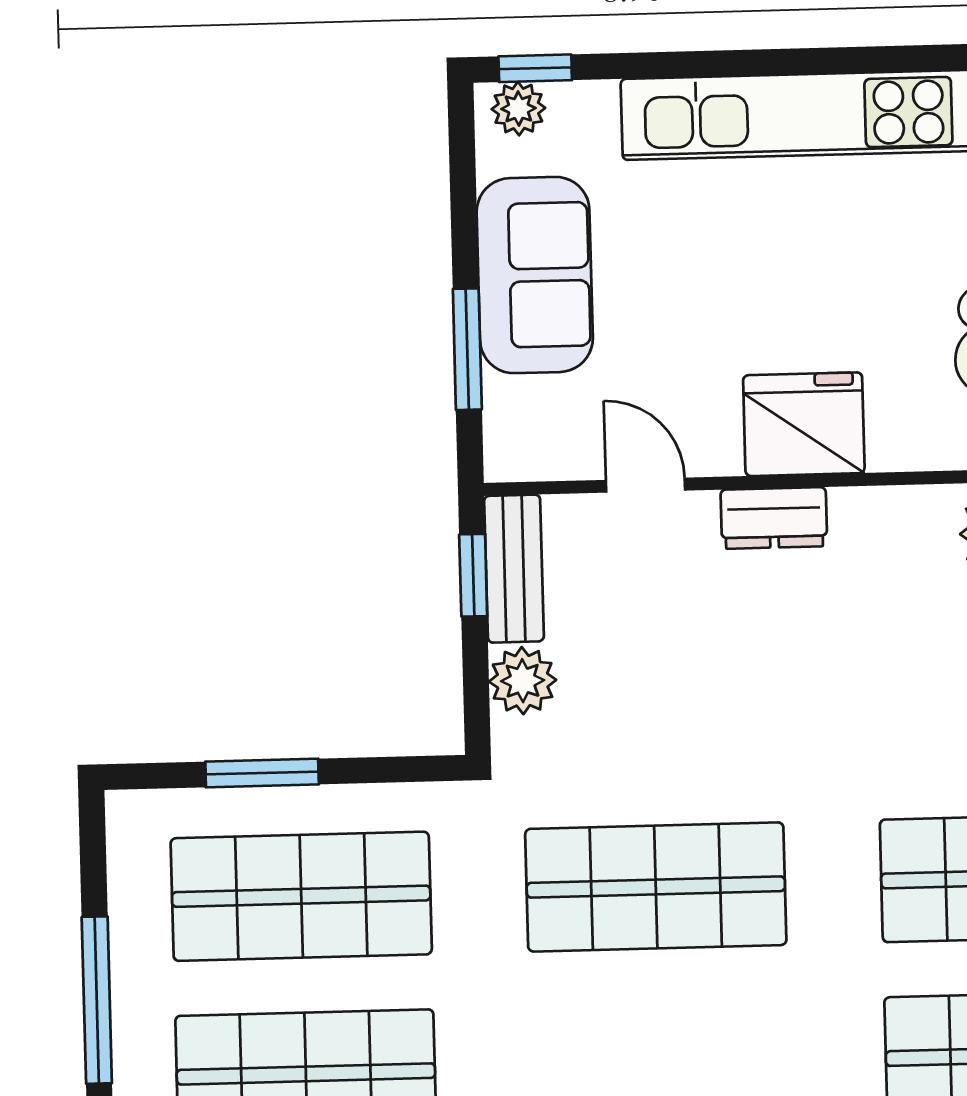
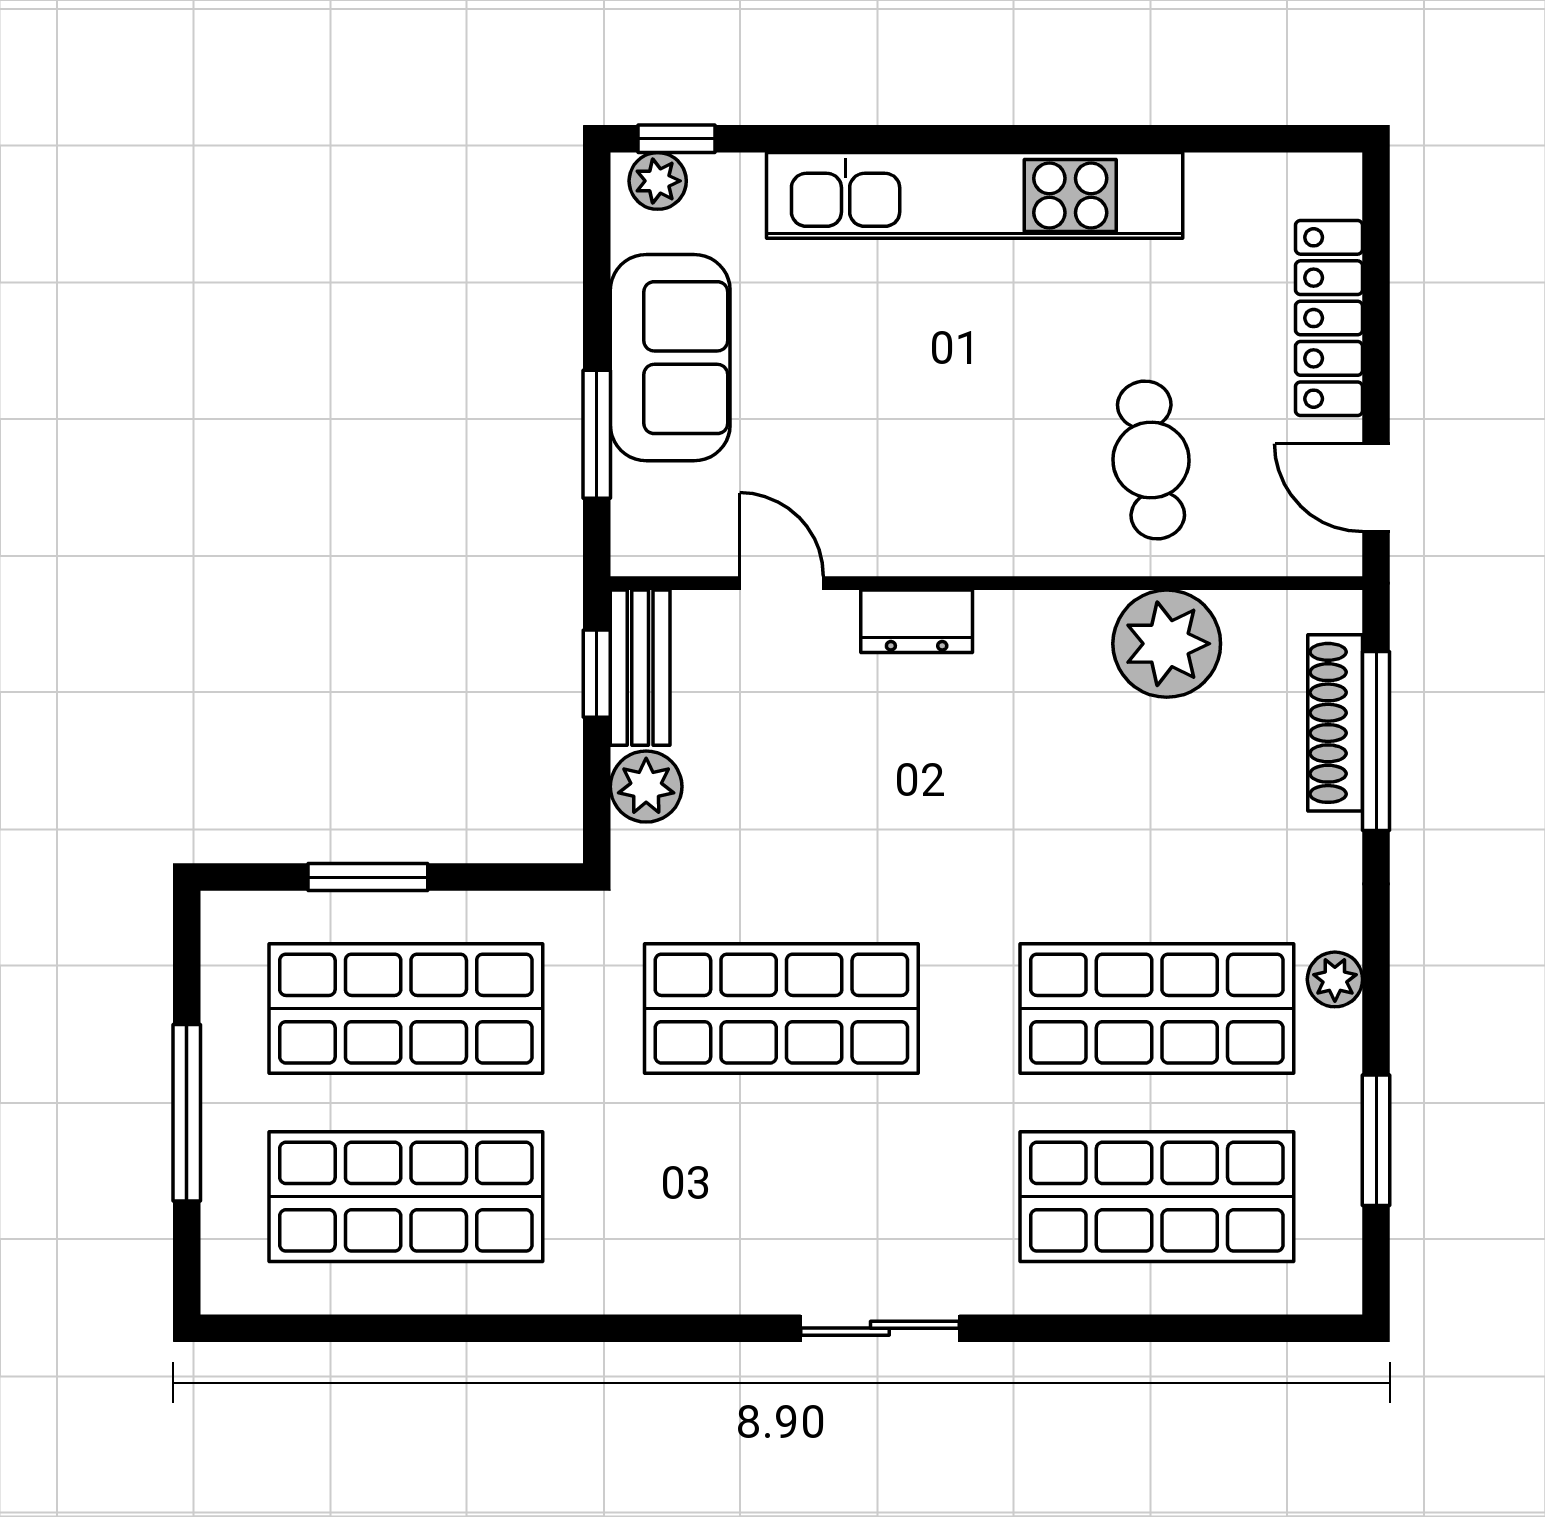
fridge: (804, 424) -> (951, 523), removed

